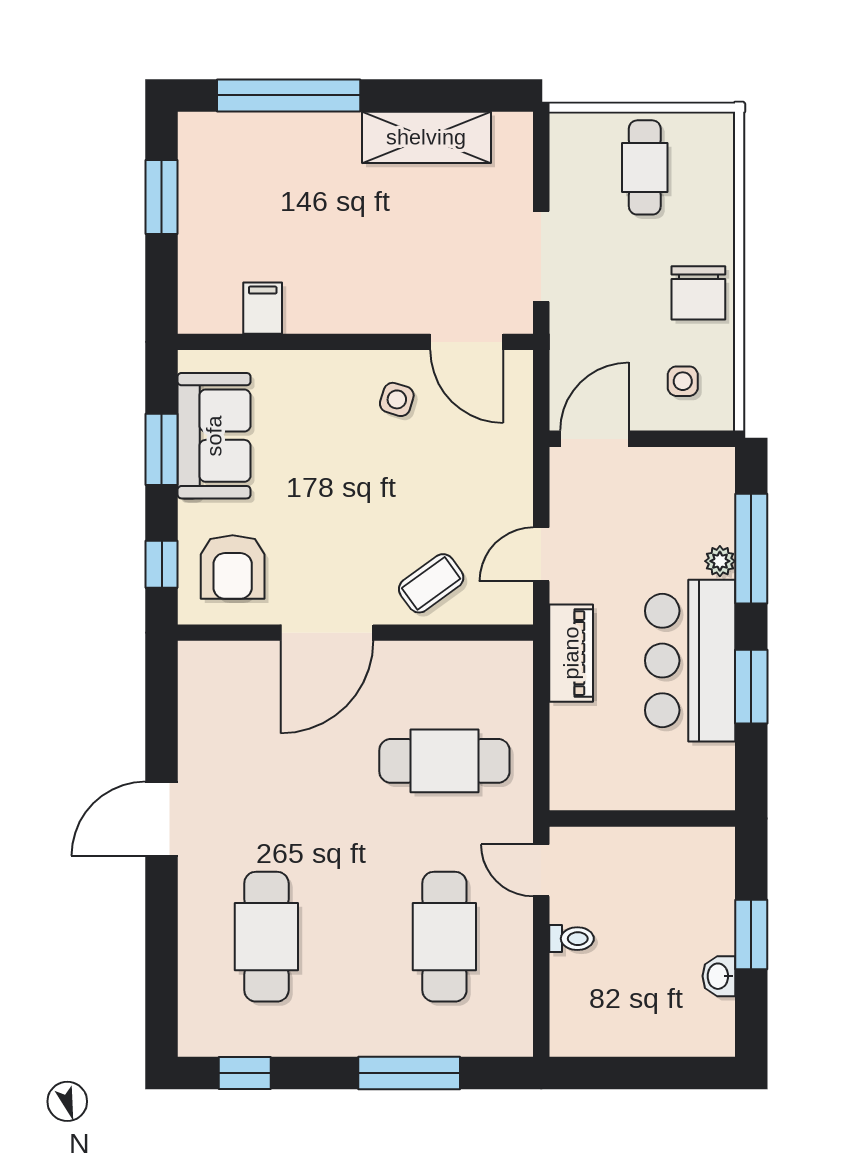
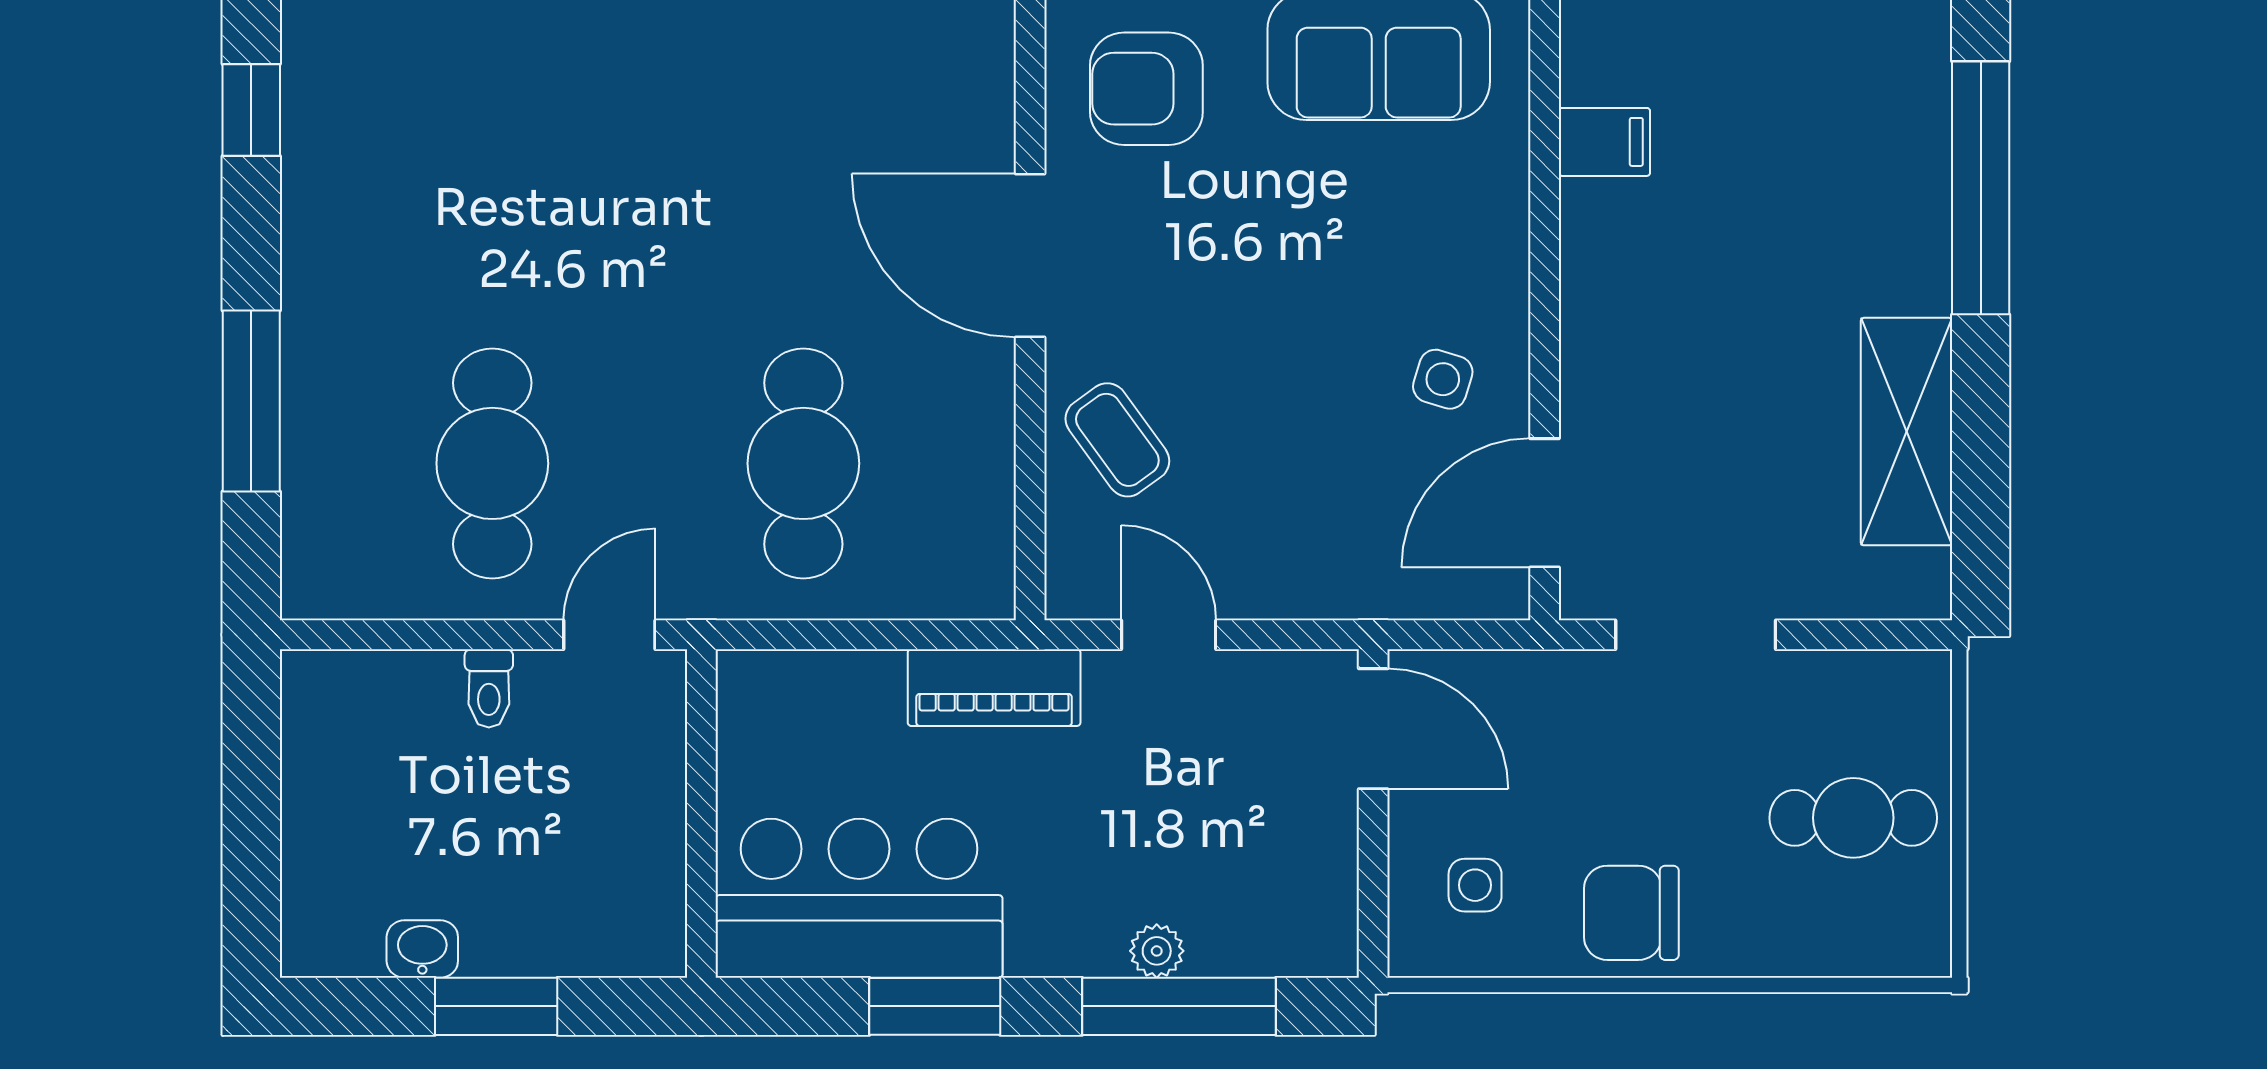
bar counter: (690, 661) -> (859, 898), moved
cafe table: (266, 937) -> (492, 149), removed
cafe table: (444, 937) -> (492, 463), turned 90

